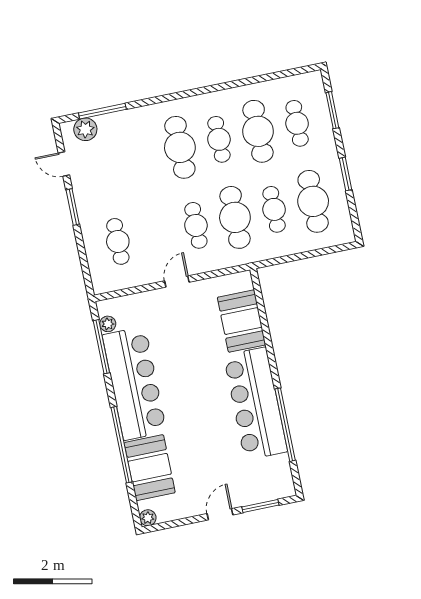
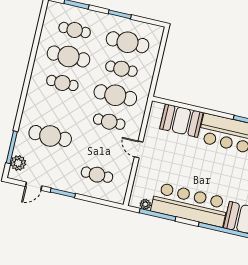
cafe table: (180, 147) -> (50, 136), moved

